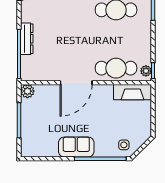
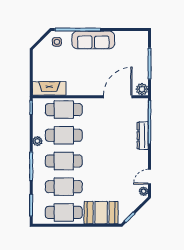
cafe table: (116, 39) -> (64, 135), added
plant: (146, 71) -> (37, 141), moved
door: (76, 83) -> (118, 97), moved
sofa: (76, 147) -> (93, 40), width x1.36

